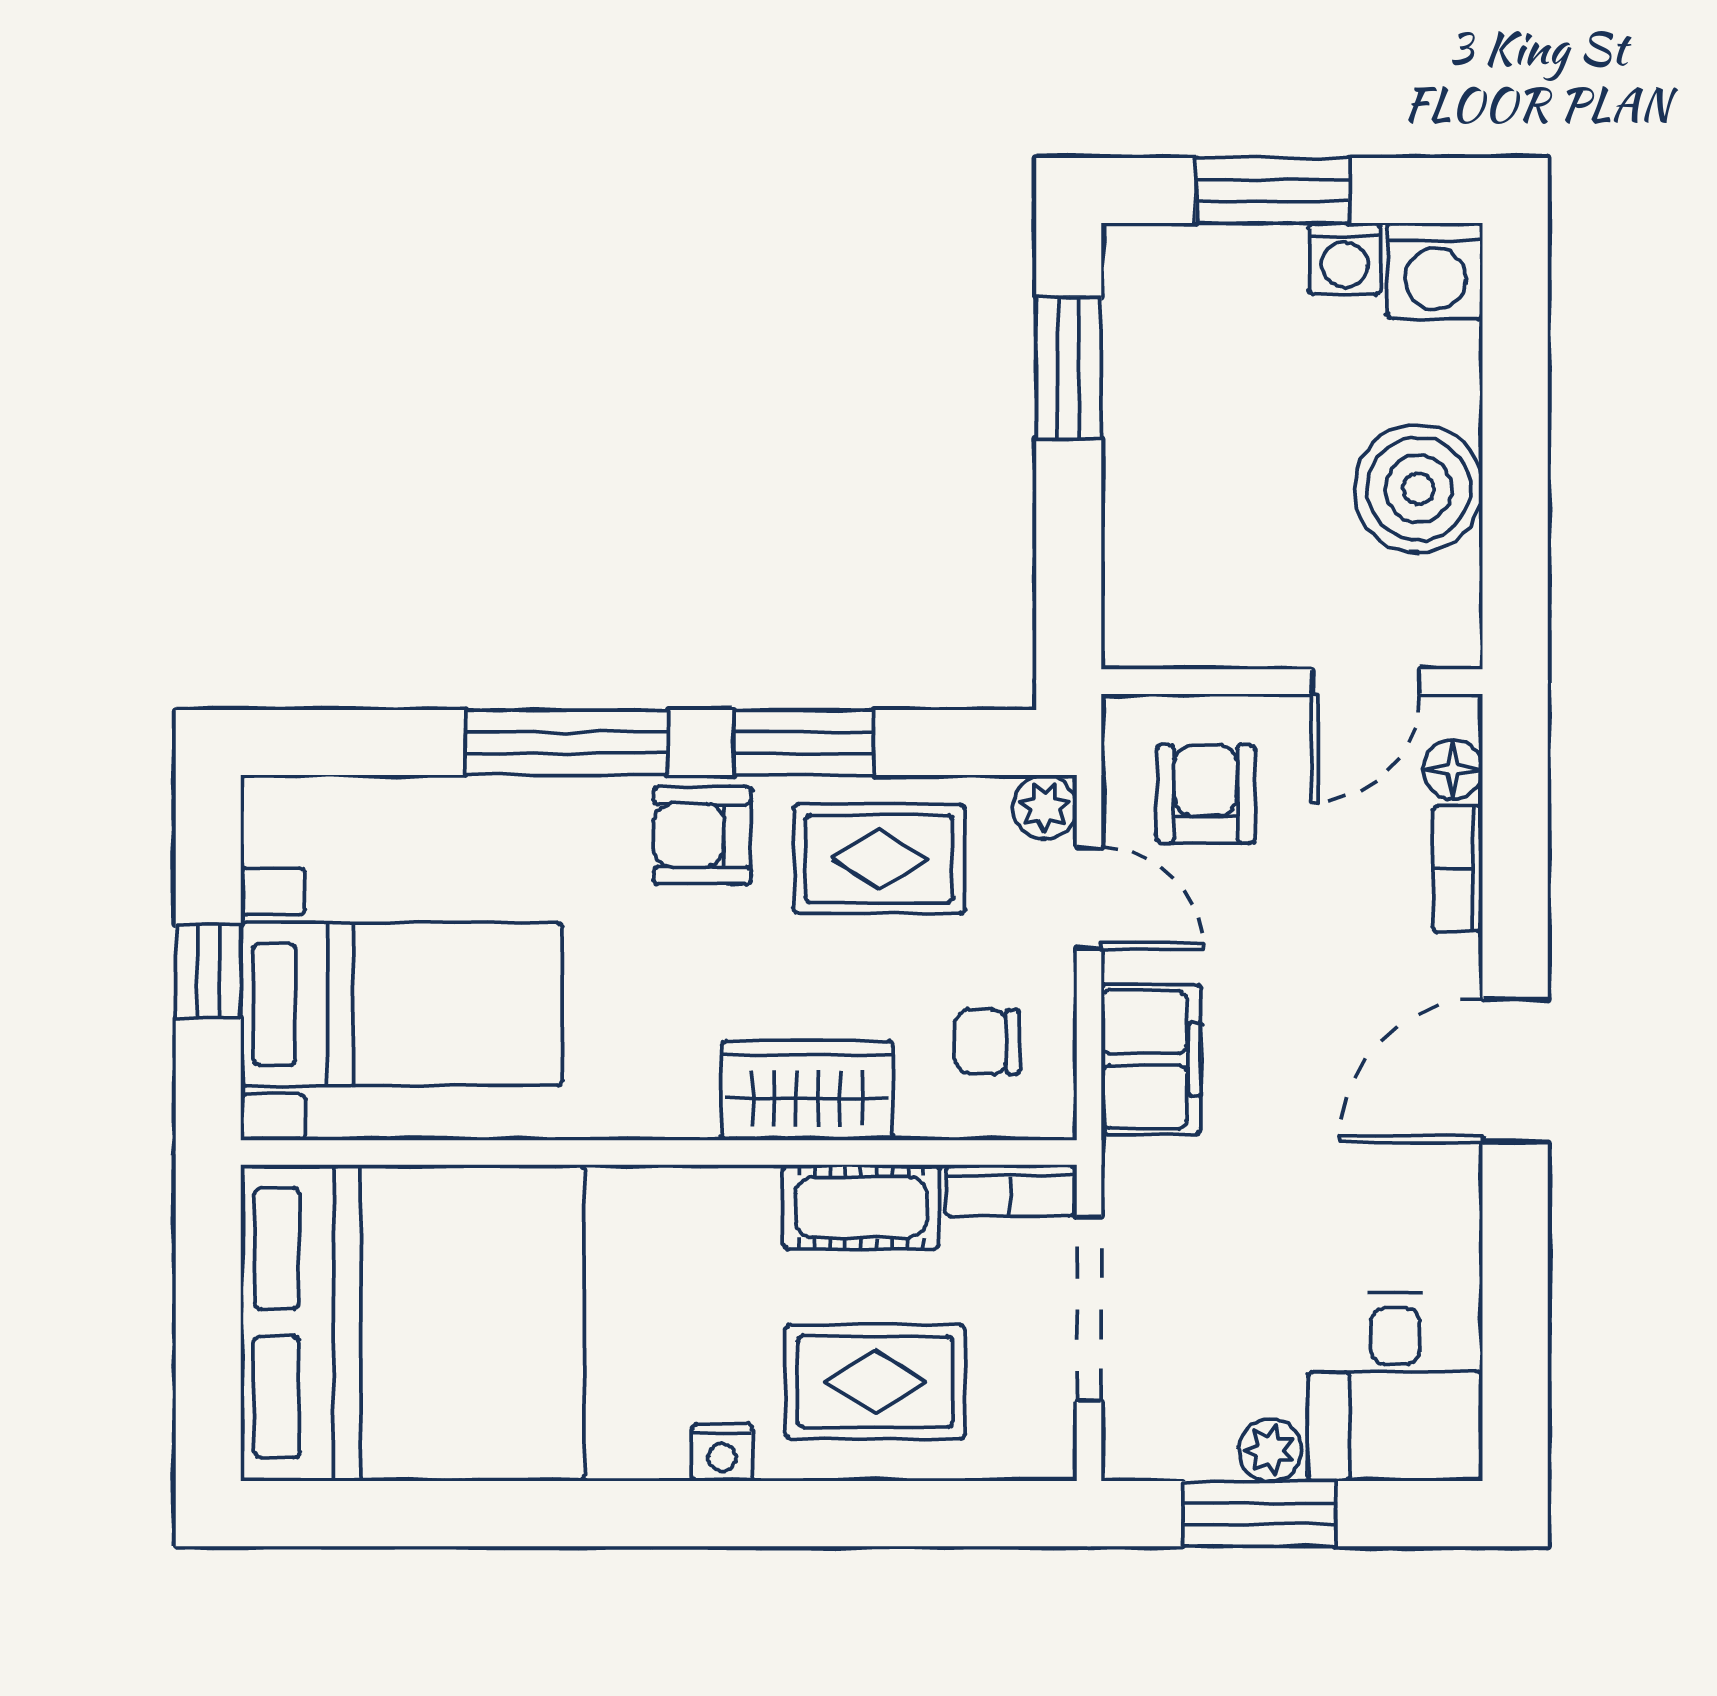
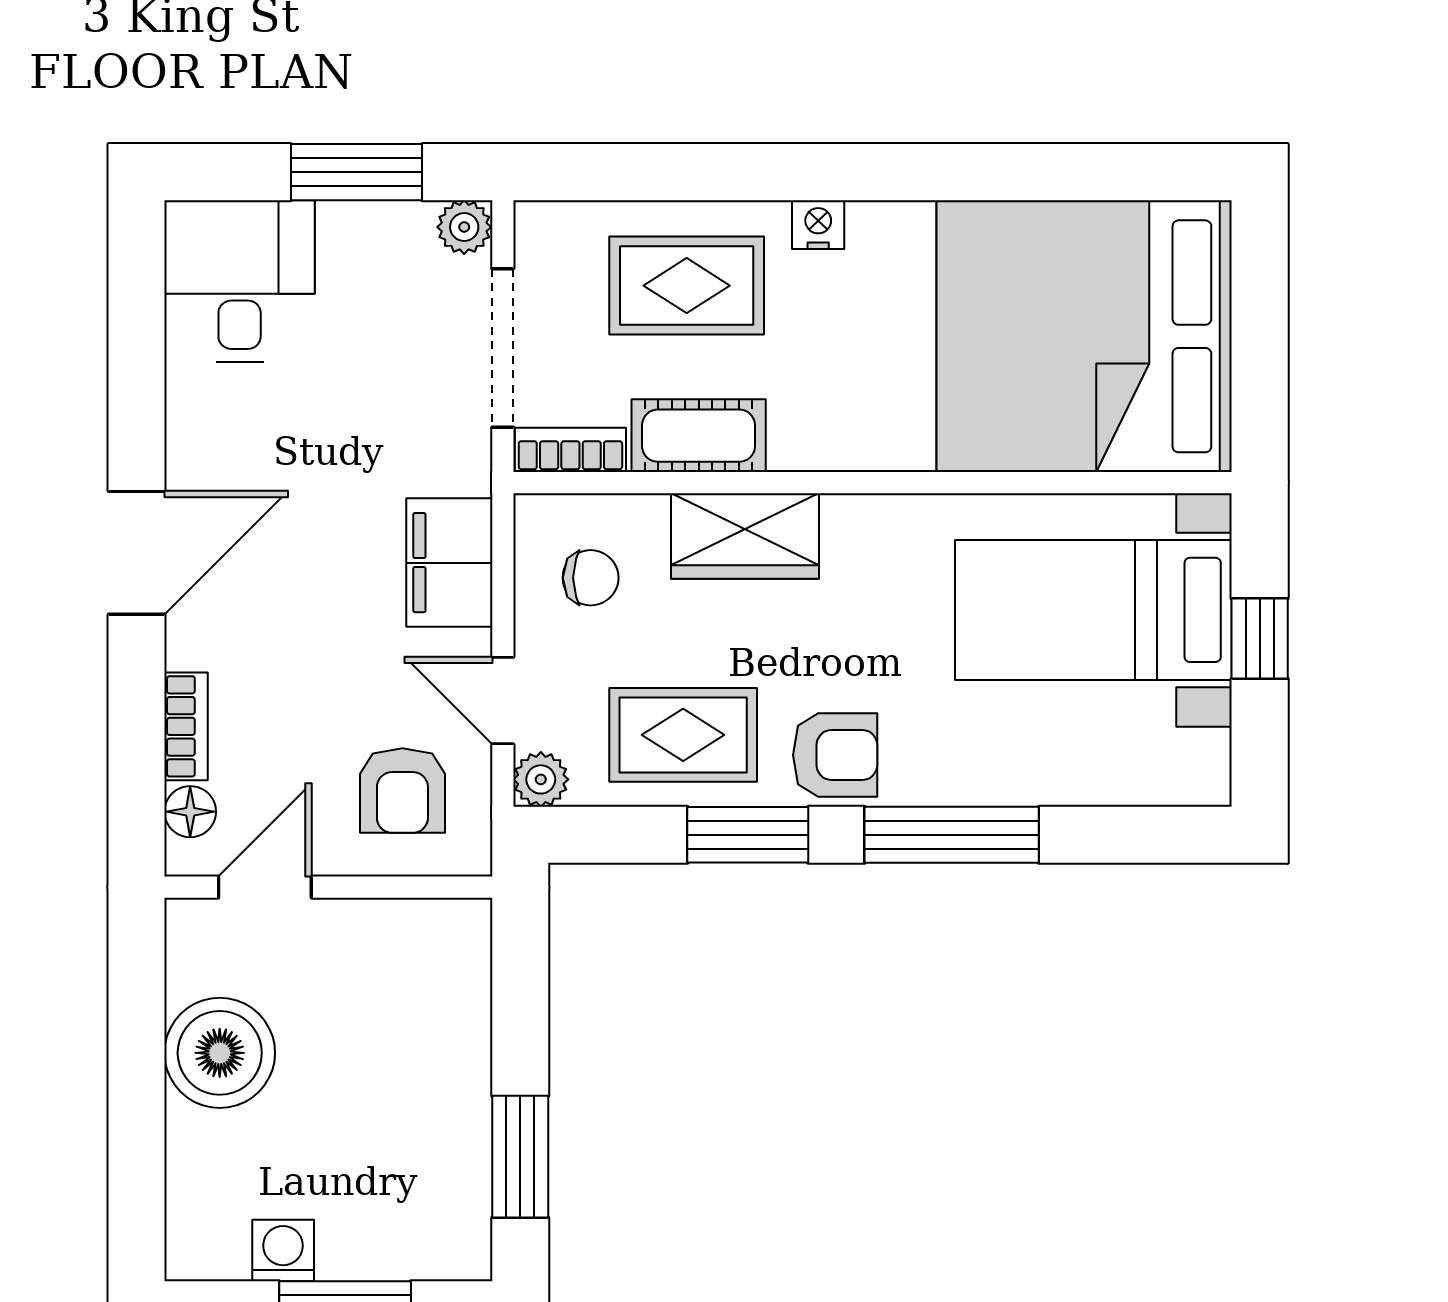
washing machine: (1435, 271) -> (206, 1240), removed
plant: (1270, 1450) -> (464, 227), moved

